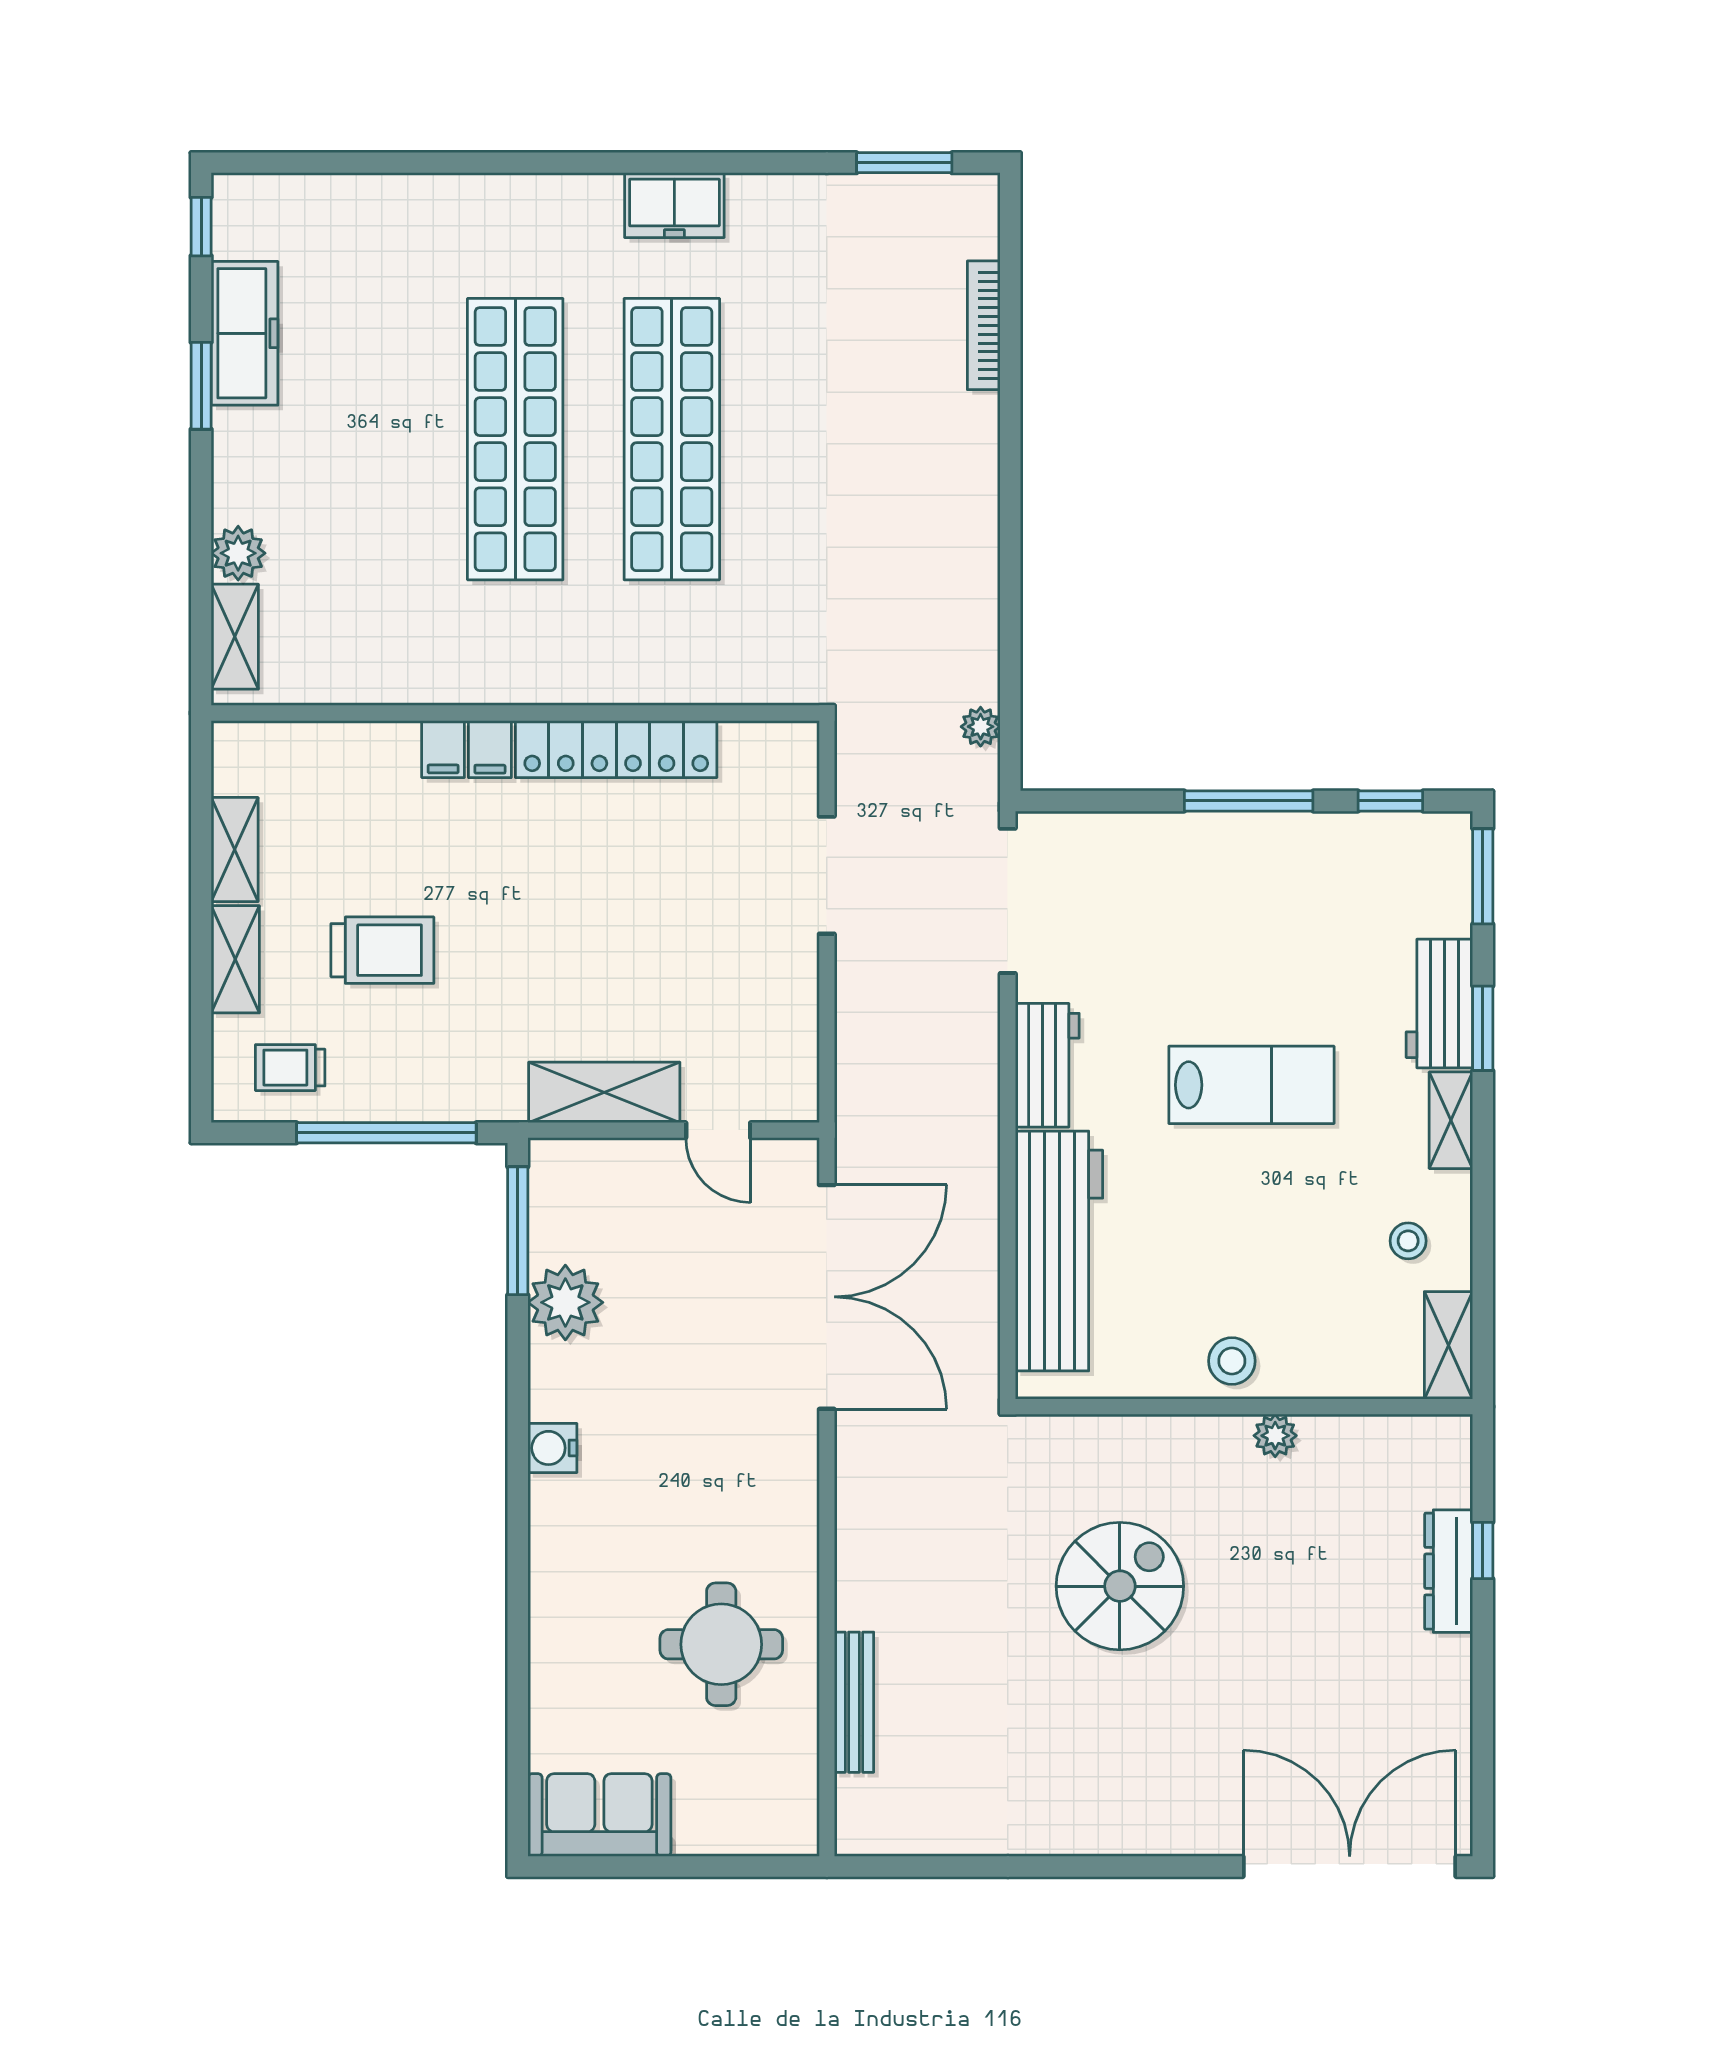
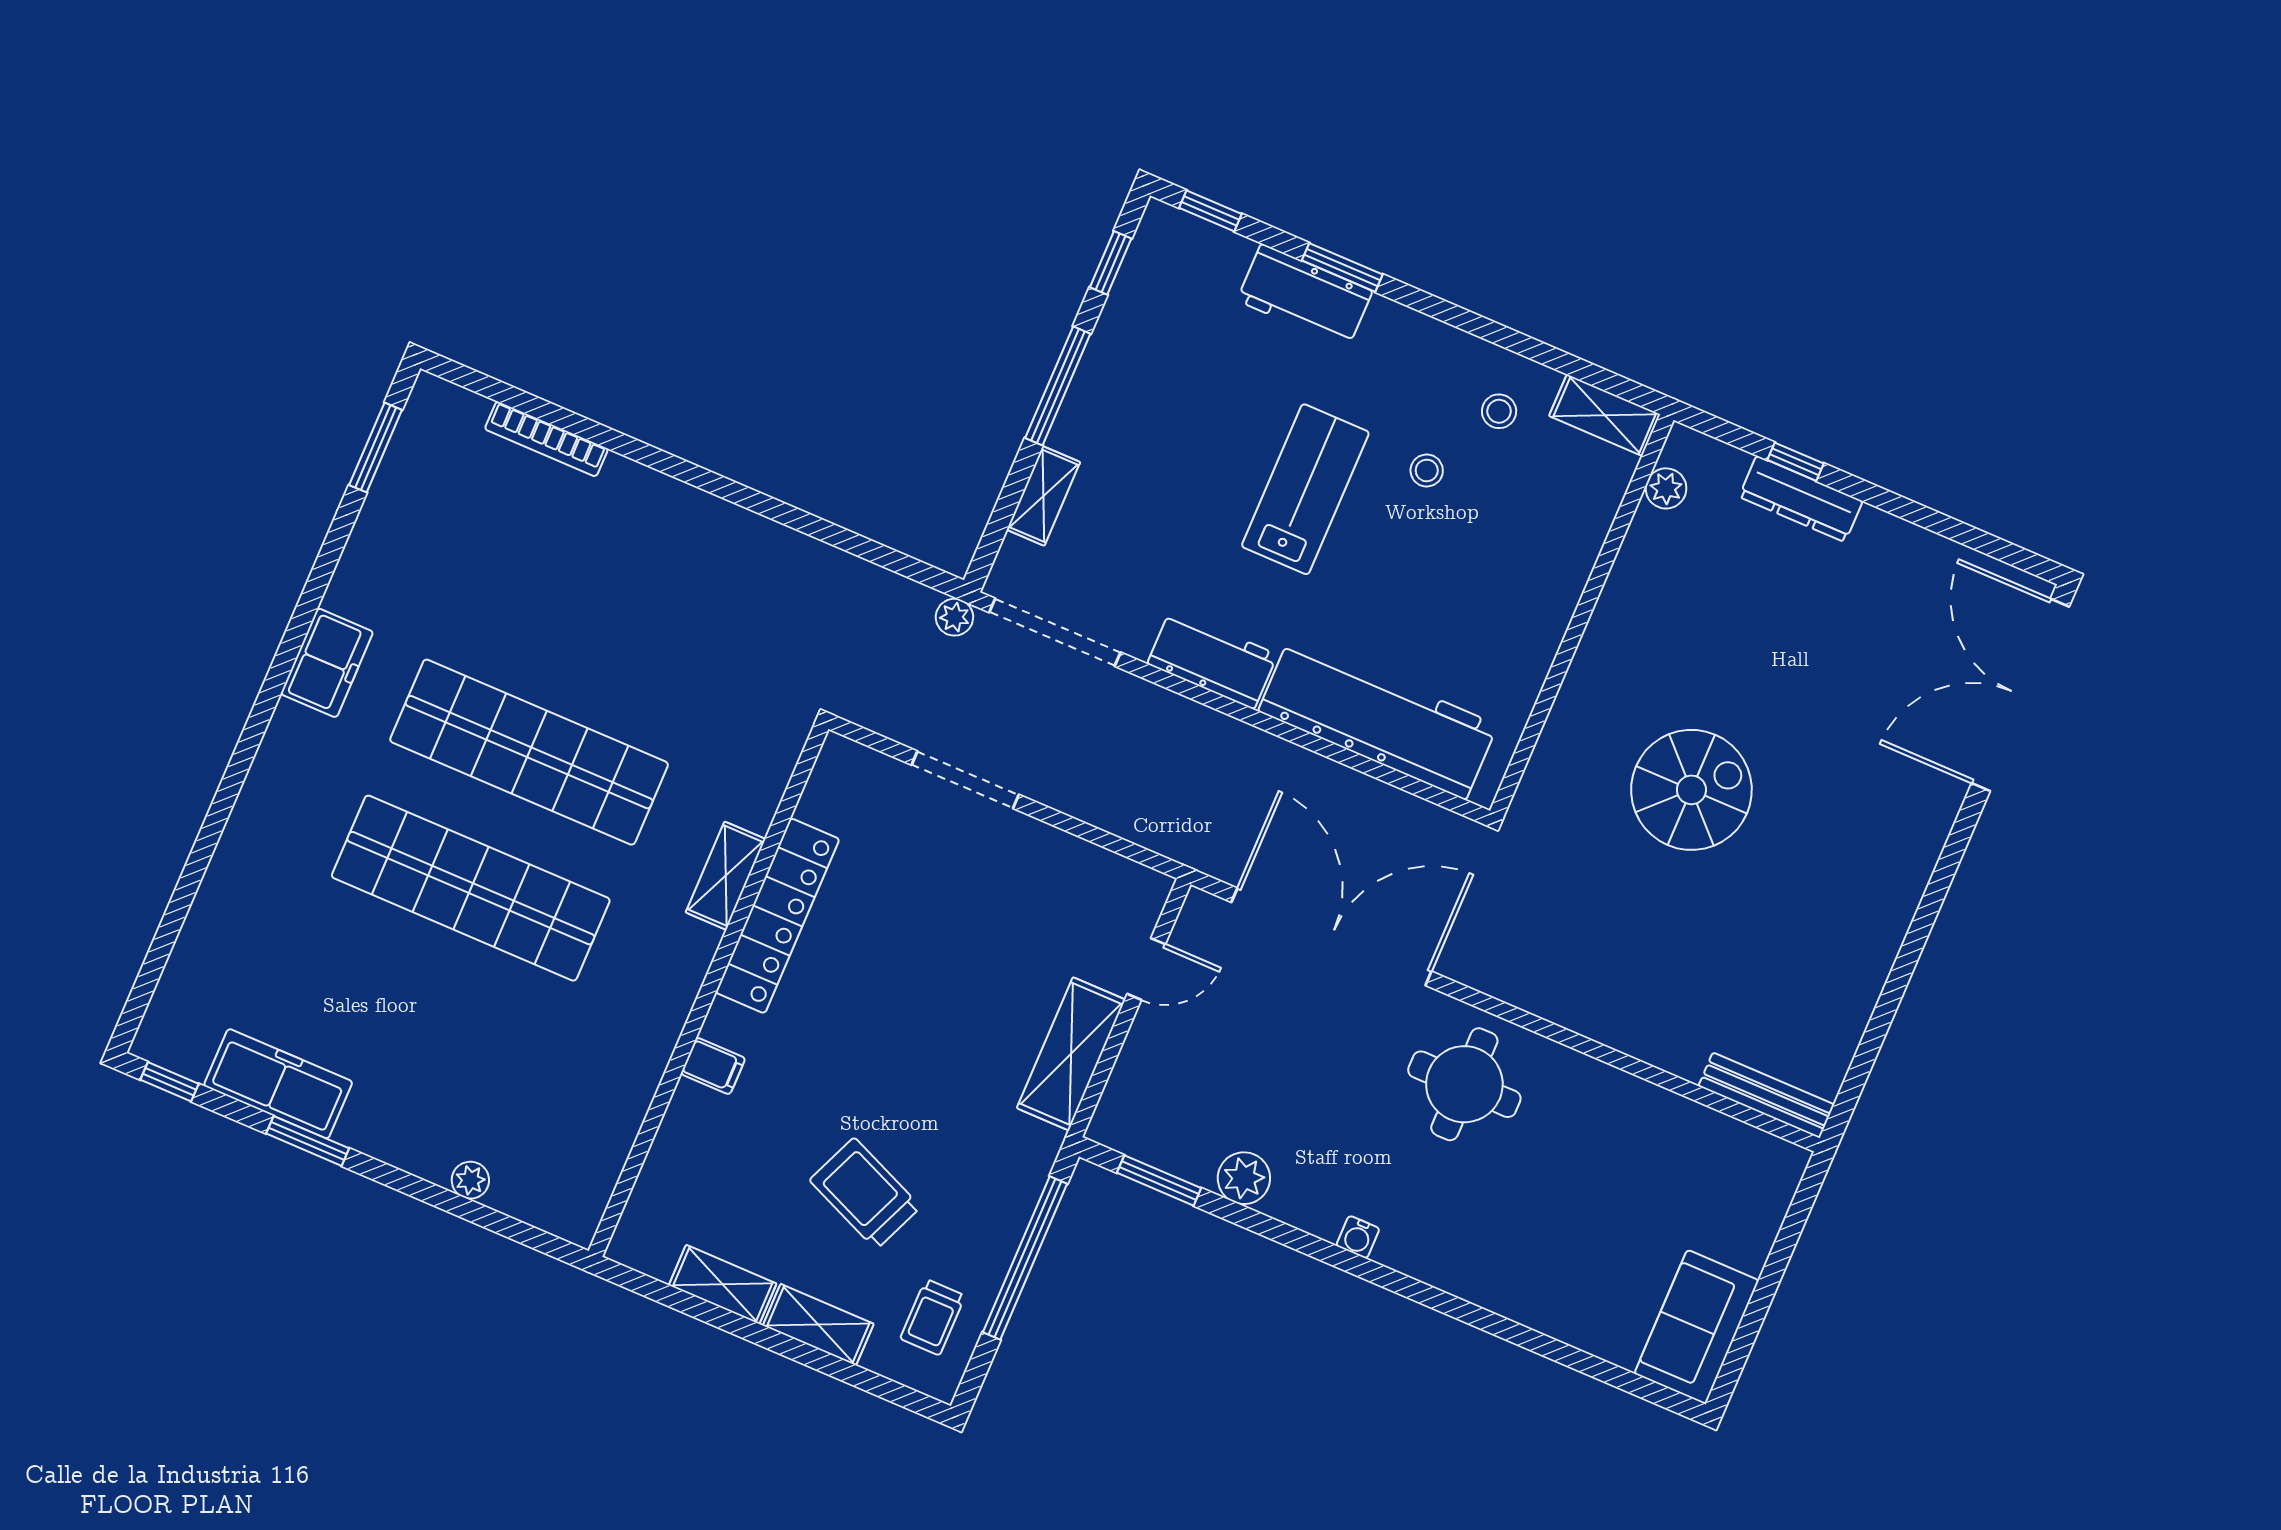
plant: (238, 553) -> (470, 1180), width x0.73, depth x0.73
shelving: (235, 637) -> (726, 876), moved, turned 90
plant: (981, 727) -> (954, 617), moved
filing cabinet: (490, 749) -> (731, 1025), removed
window: (1483, 876) -> (1210, 211), width x0.67
trolley: (382, 950) -> (865, 1194), turned -67
shelving: (1451, 1120) -> (1043, 496), moved, turned 90
window: (518, 1231) -> (1159, 1180), width x0.69
plant: (565, 1302) -> (1244, 1178), width x0.73, depth x0.73
stool: (1232, 1361) -> (1427, 470), moved, width x0.73, depth x0.73
plant: (1275, 1436) -> (1666, 488), moved
water cooler: (552, 1448) -> (1358, 1237), width x0.72, depth x0.72
spiral stairs: (1120, 1586) -> (1691, 790), turned 90
round table: (721, 1644) -> (1464, 1084), moved
bench: (854, 1702) -> (1766, 1095), moved

